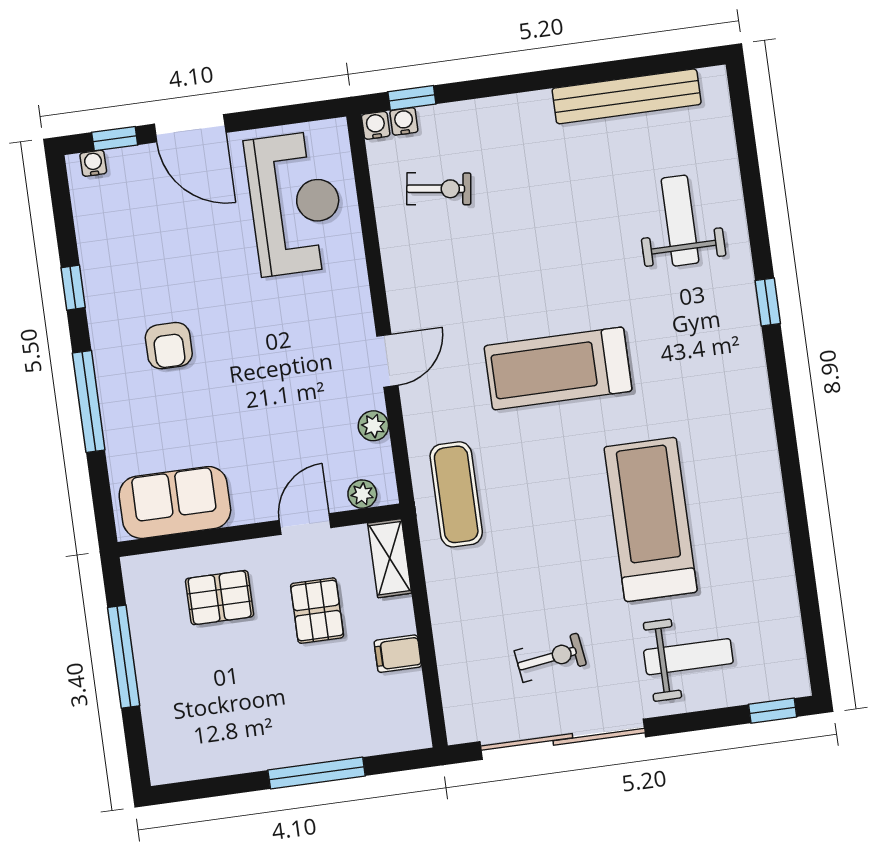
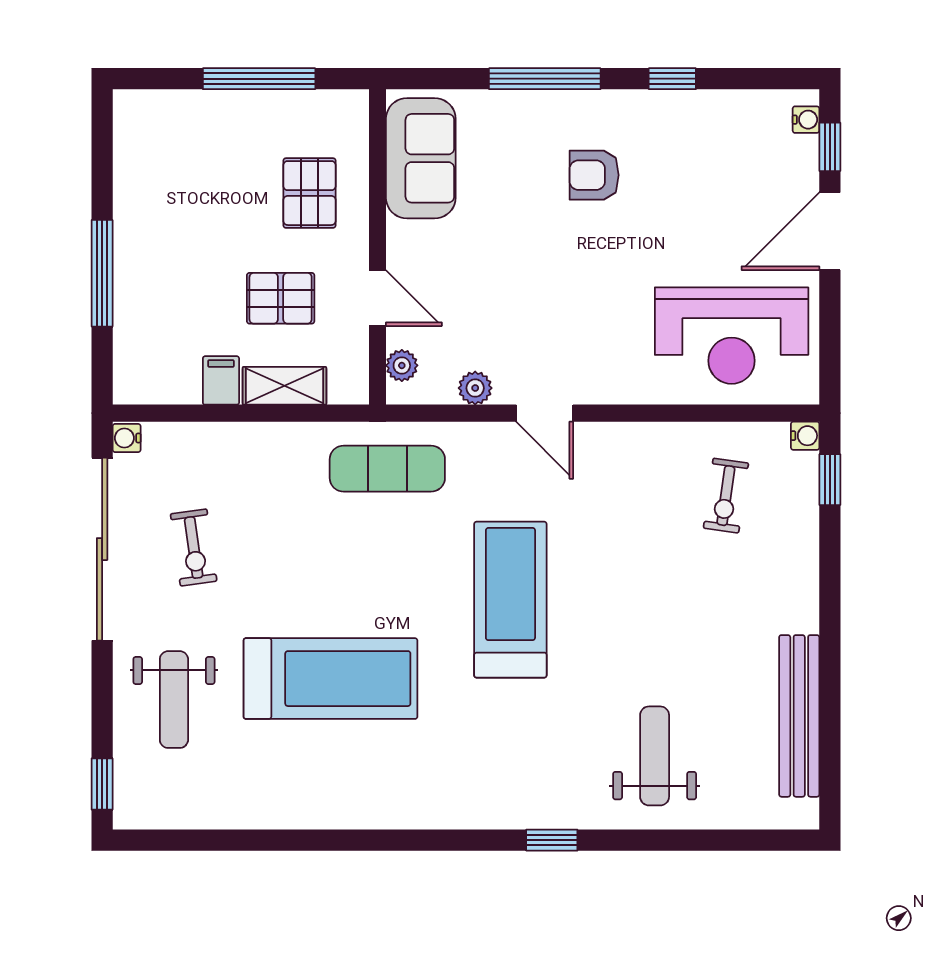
water cooler: (404, 121) -> (127, 438), moved, turned 180
weight bench: (680, 221) -> (655, 756), turned -90
shelving: (390, 558) -> (284, 386), moved

